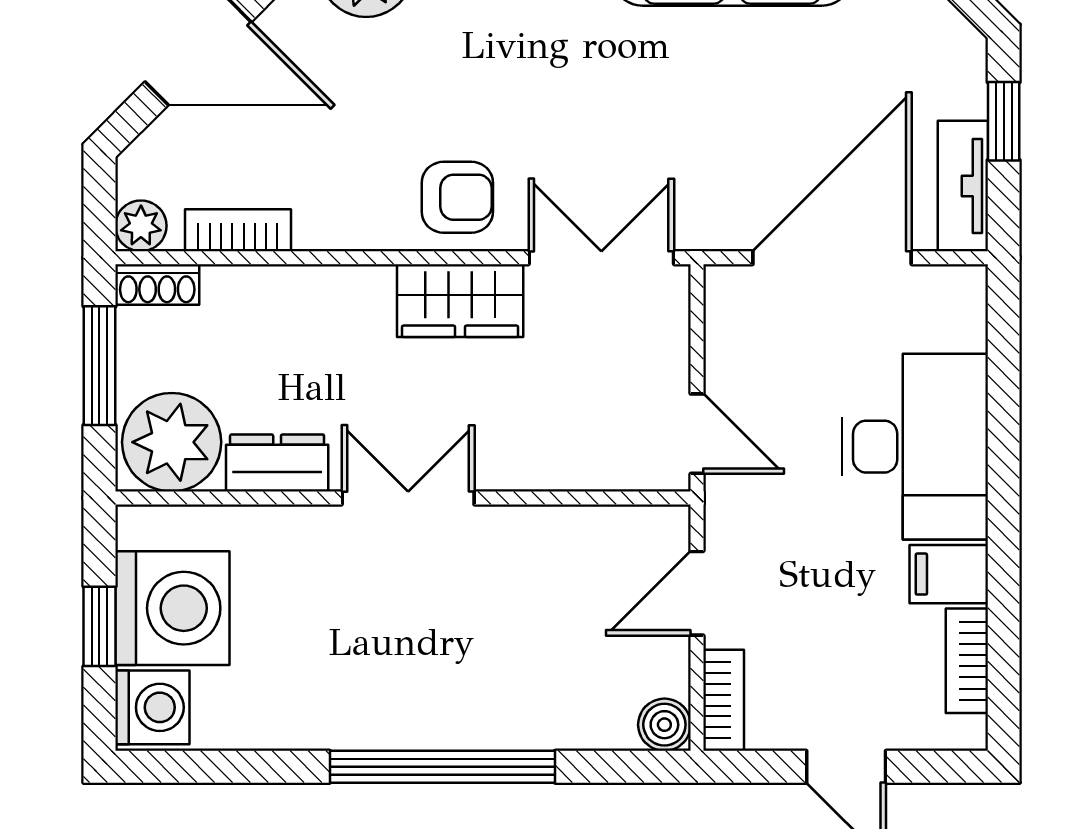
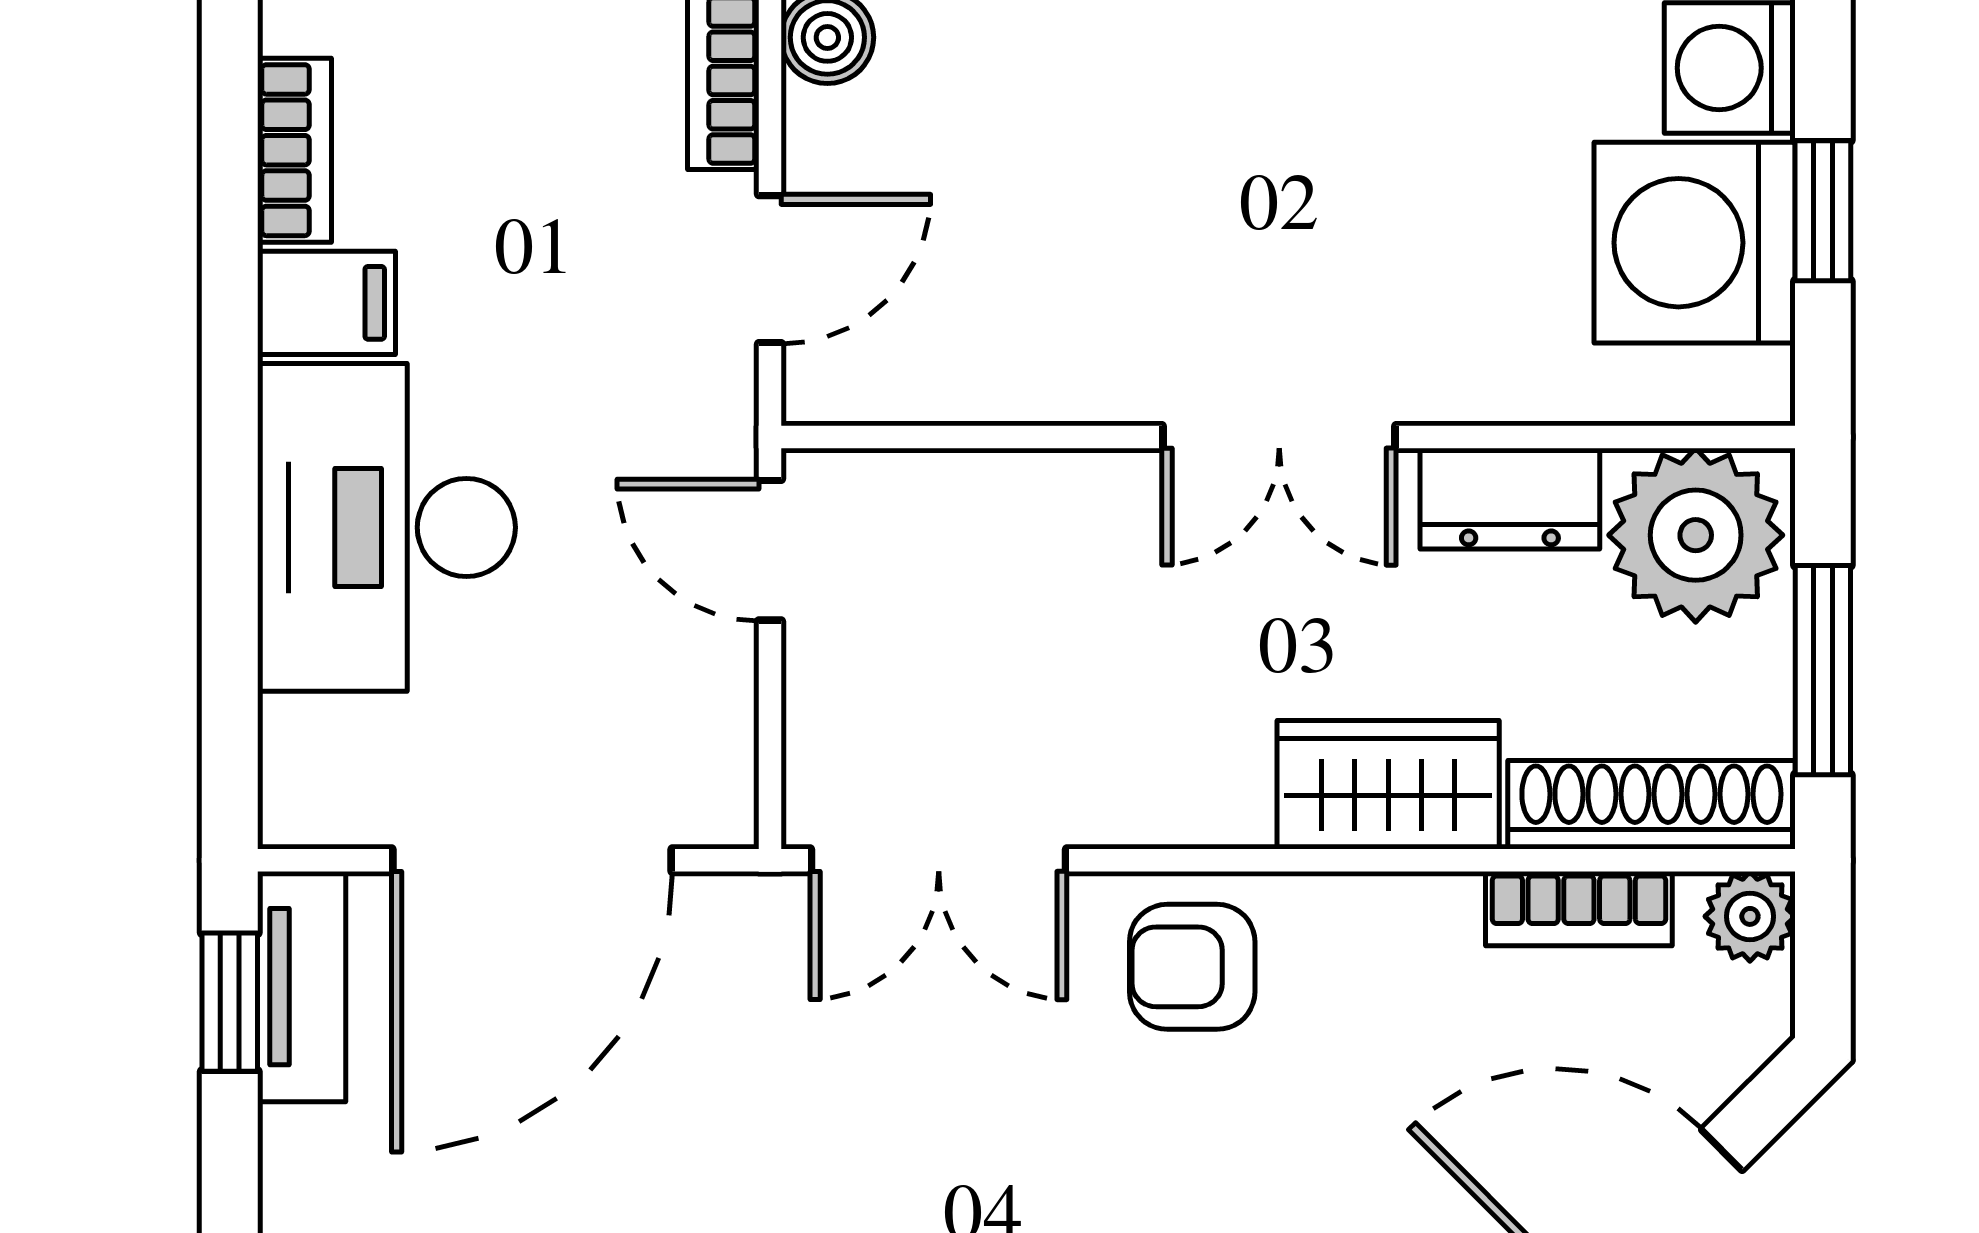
window: (1004, 121) -> (230, 1002), moved
shoe rack: (157, 284) -> (1651, 805), width x1.94, depth x1.24
wardrobe: (460, 301) -> (1388, 785), moved

